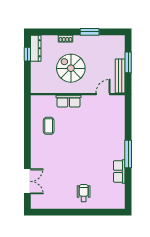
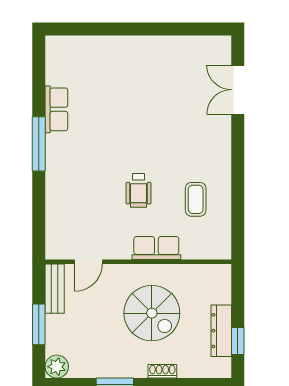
plant: (119, 41) -> (57, 367), added
dresser: (36, 48) -> (221, 331), moved
bench: (120, 76) -> (55, 289), width x0.73
wheelchair: (84, 193) -> (139, 190), moved

